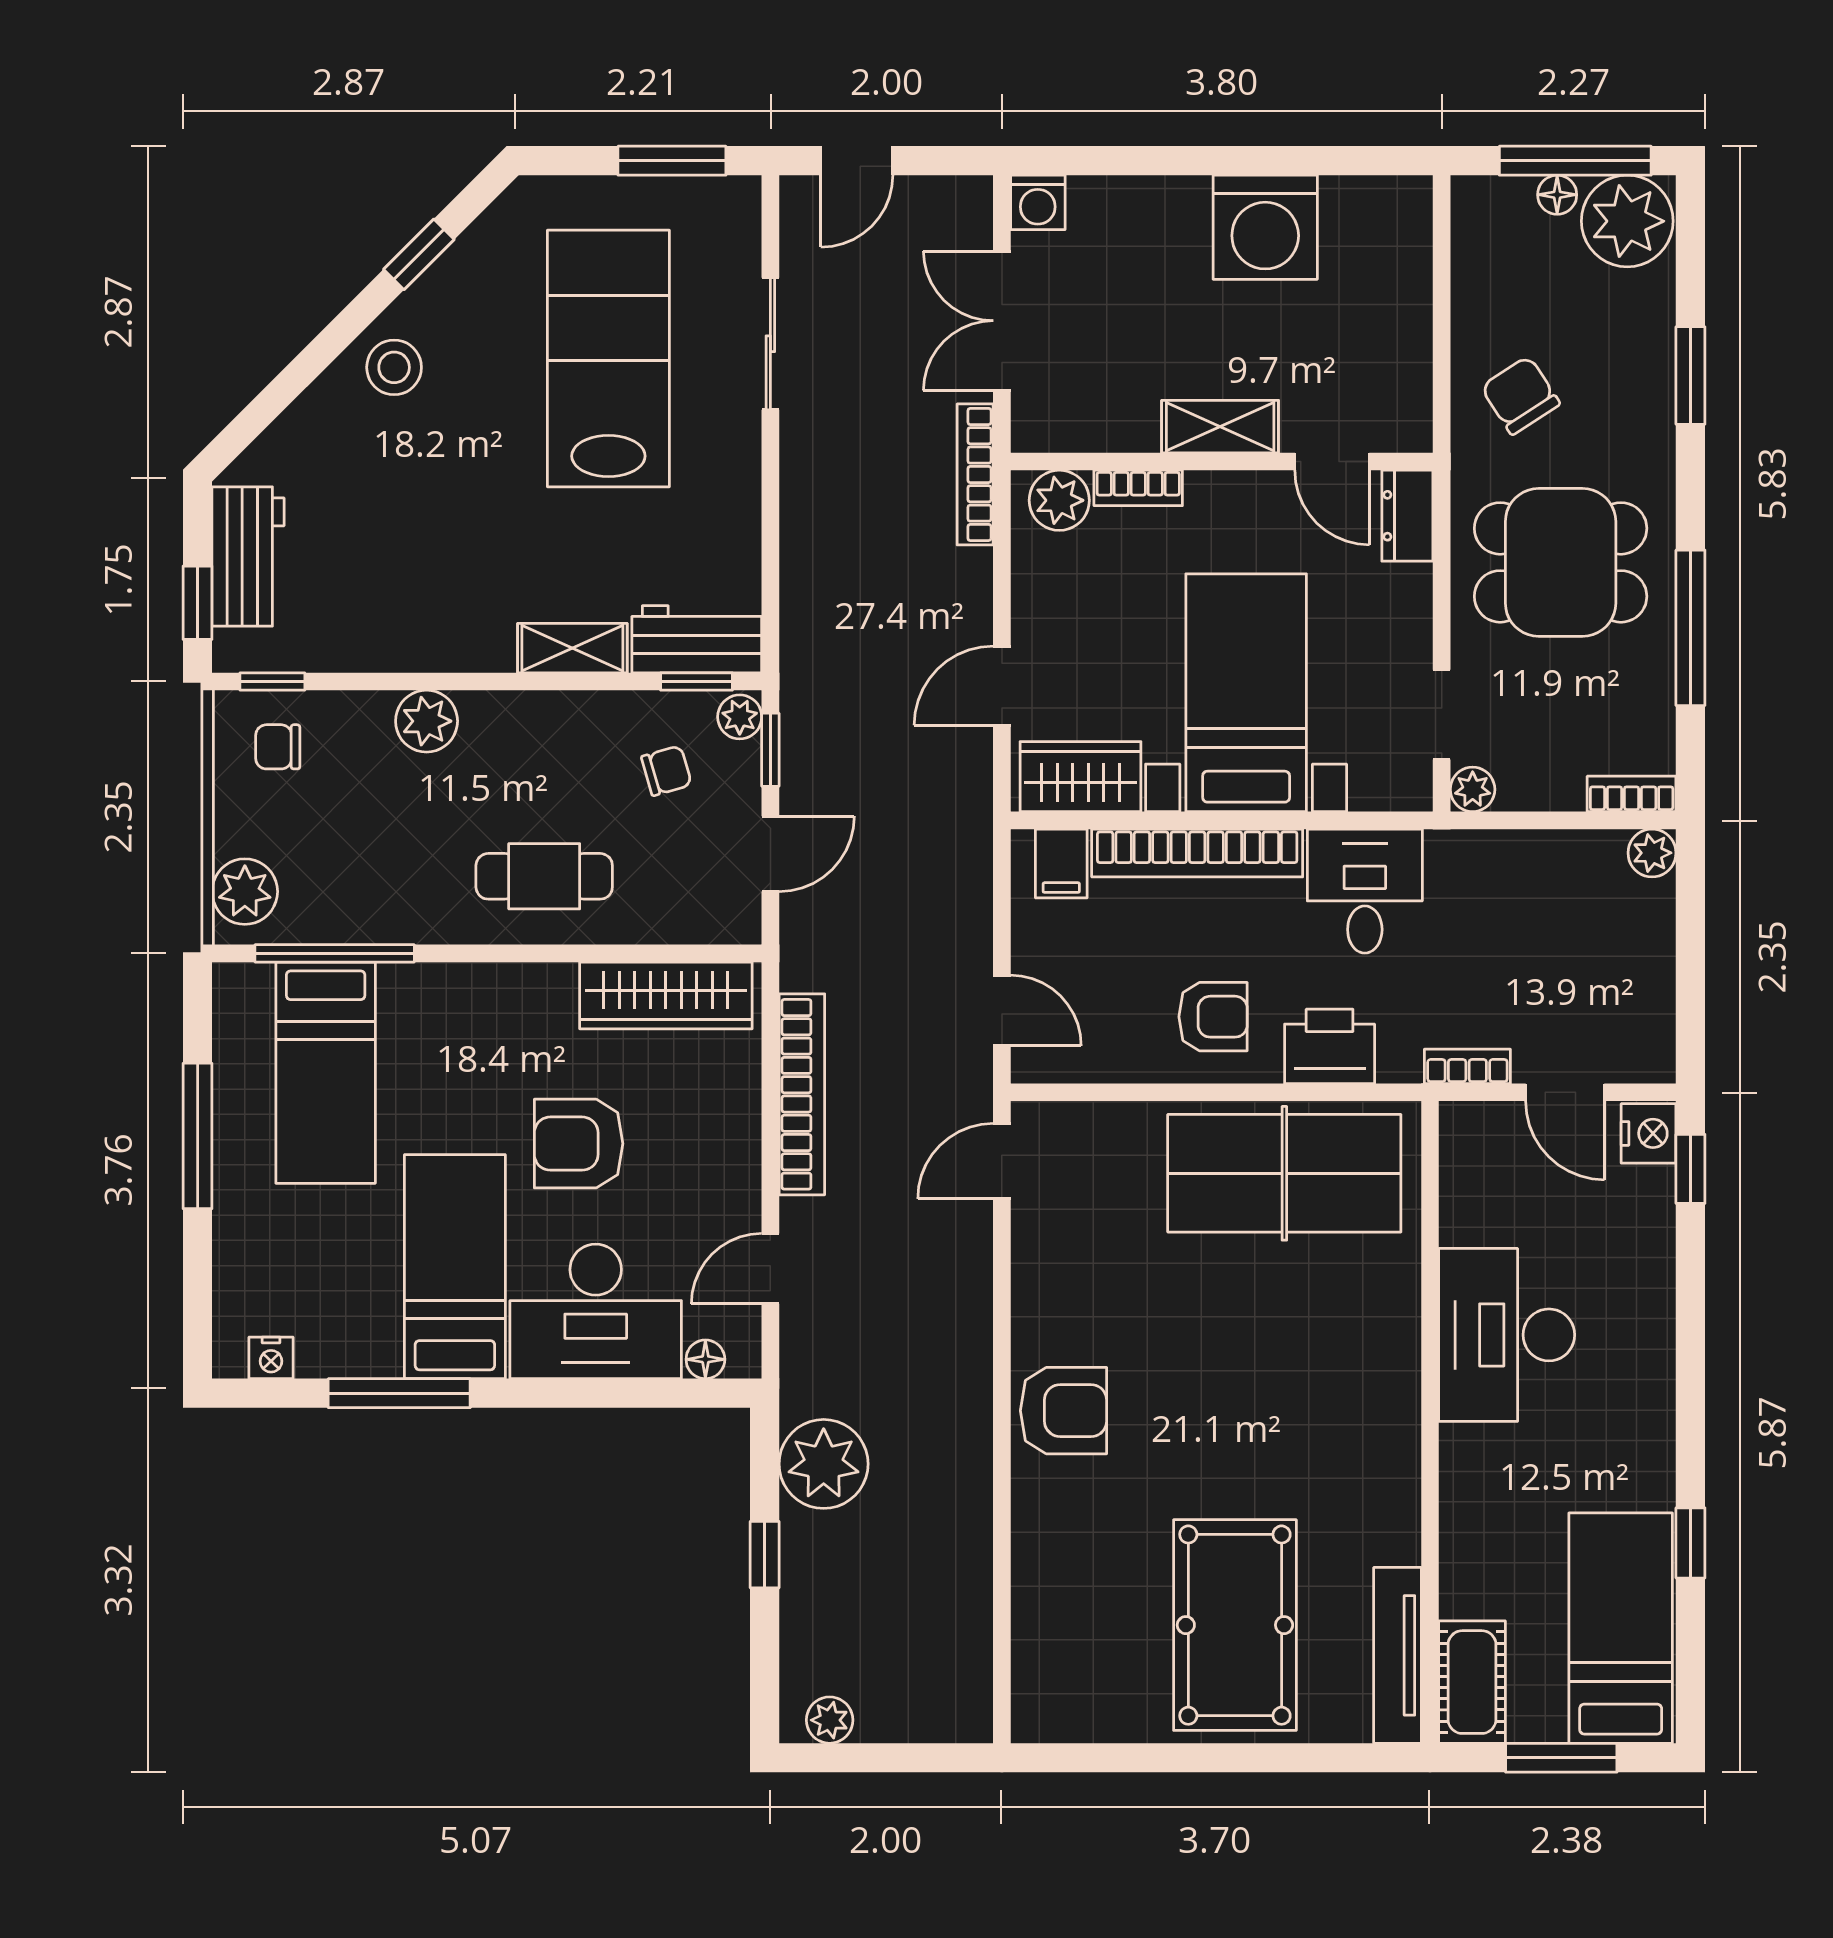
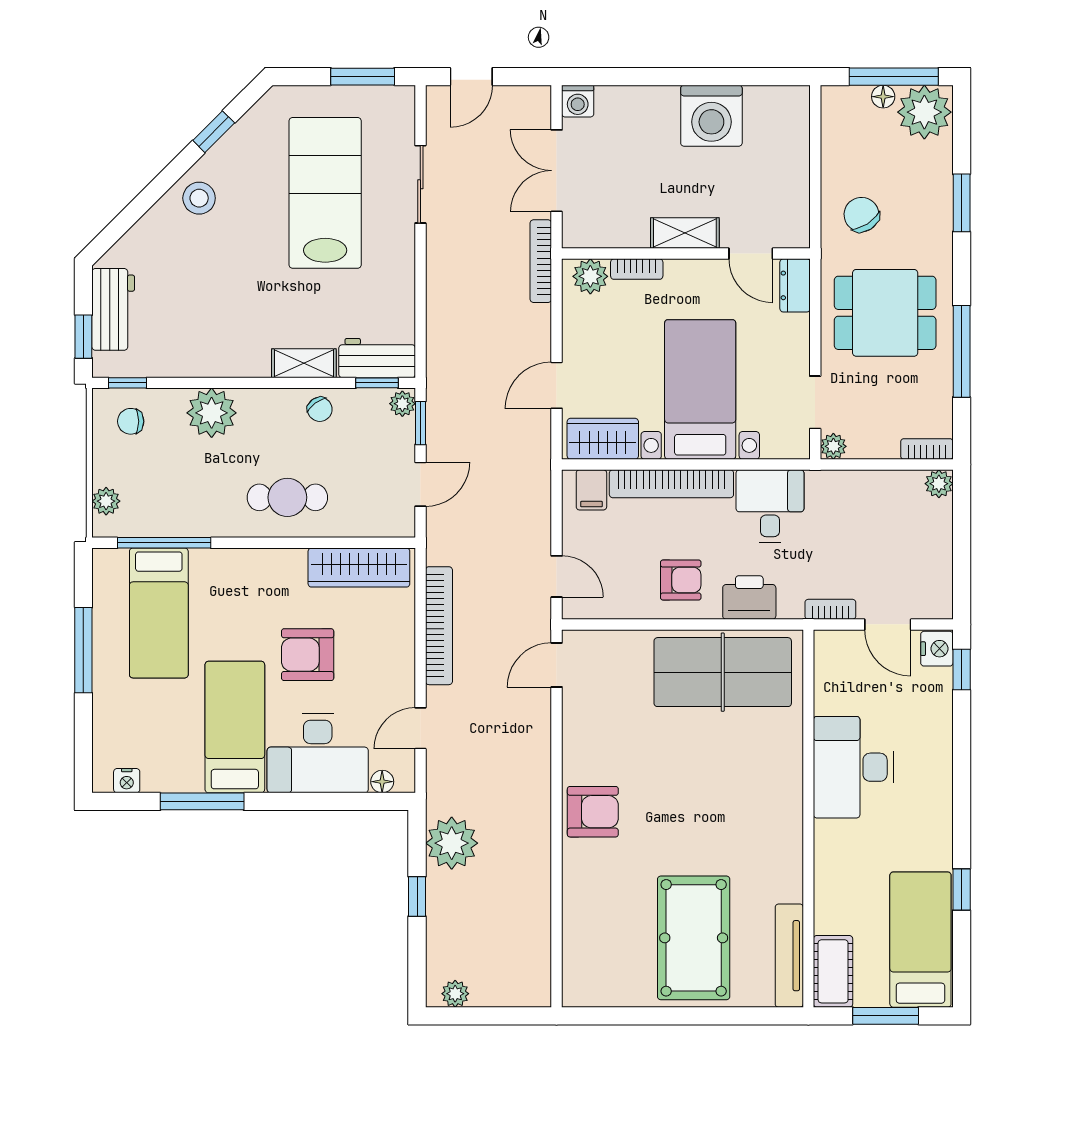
plant: (427, 721) -> (212, 413), width x1.36, depth x1.36
chair: (666, 771) -> (320, 409), moved, turned 70
plant: (245, 892) -> (106, 501), width x0.73, depth x0.73

